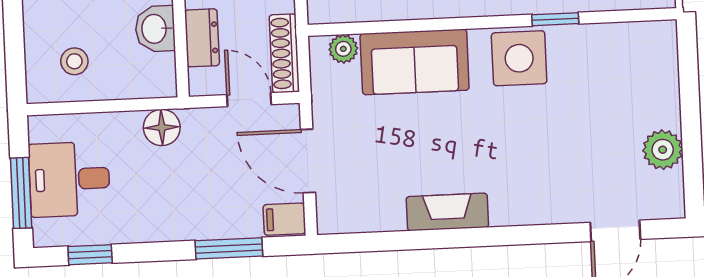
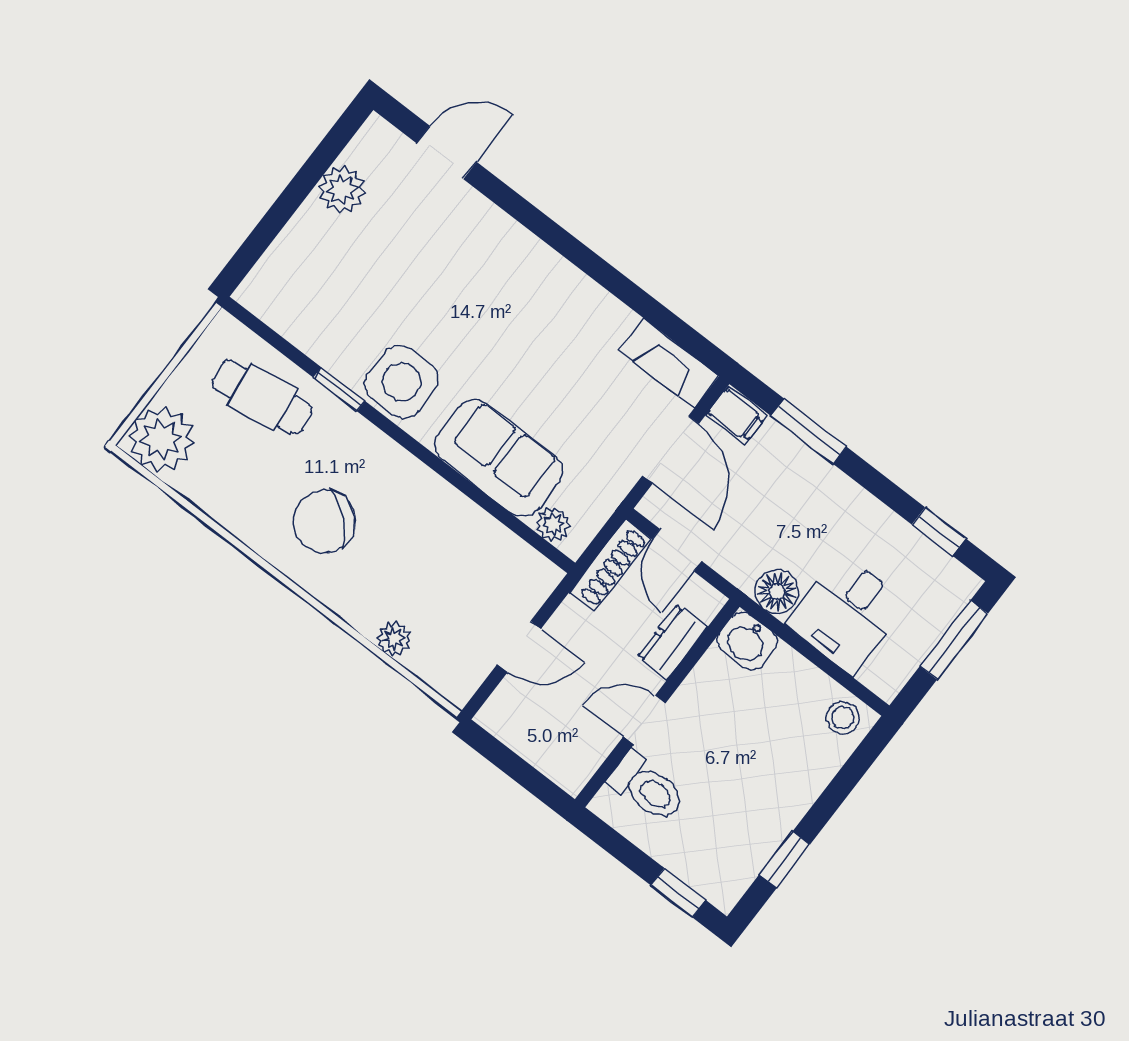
washbasin: (155, 29) -> (747, 641), moved, turned 90
stool: (74, 61) -> (843, 718), moved
desk: (69, 179) -> (847, 614), moved, turned 90
fireplace: (447, 212) -> (669, 363), moved

